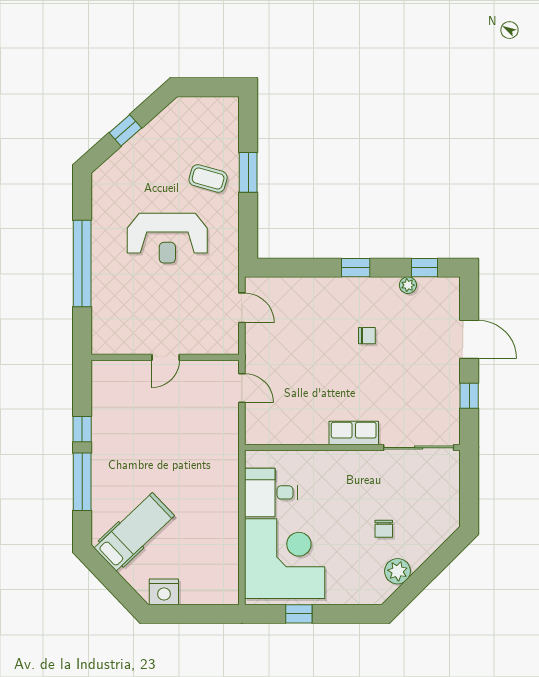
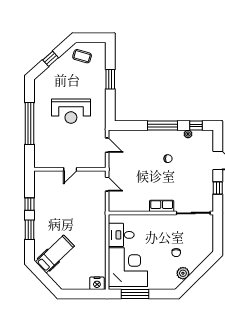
coffee table: (208, 178) -> (82, 56), moved
window: (356, 268) -> (163, 126), width x2.17
window: (82, 482) -> (30, 230), width x0.69
nightstand: (164, 592) -> (97, 283), moved
window: (299, 614) -> (135, 294), width x2.17

